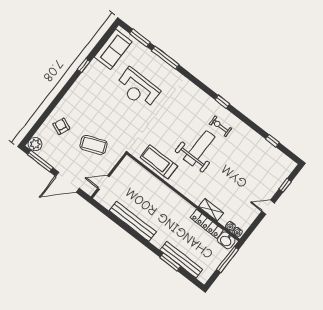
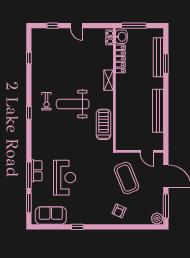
row of seats: (164, 68) -> (37, 171), added
armchair: (61, 126) -> (119, 211), moved
coffee table: (94, 145) -> (127, 178), width x1.36, depth x1.32
treadmill: (159, 162) -> (103, 124), turned 180
shelving: (211, 210) -> (109, 80), moved

